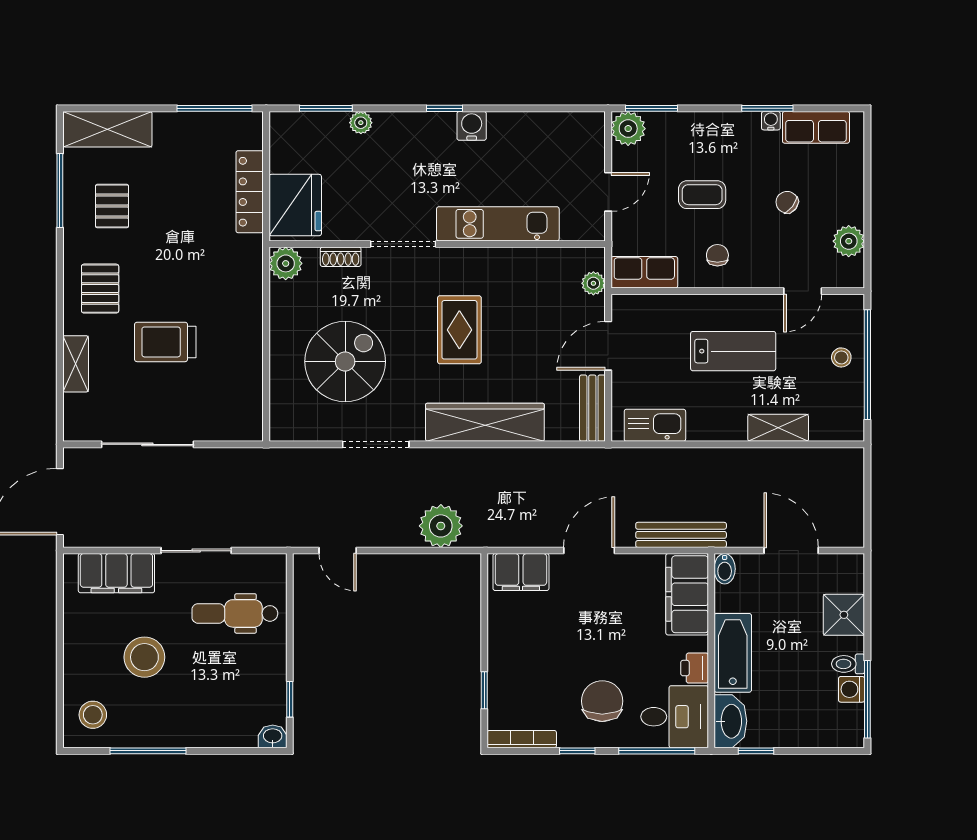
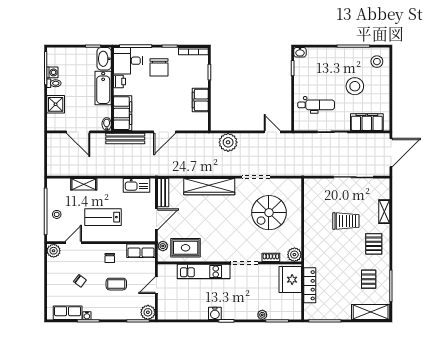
plant: (849, 241) -> (54, 251), moved
rug: (459, 330) -> (186, 248), moved, turned 90
filing cabinet: (521, 572) -> (200, 100), moved, turned -90

